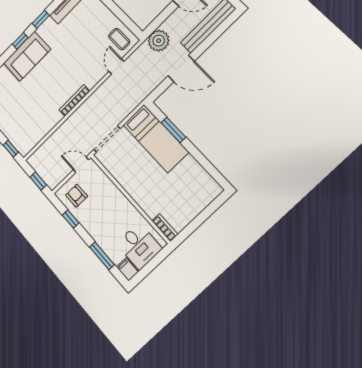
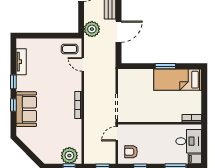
window: (173, 130) -> (165, 66), moved
bed: (156, 138) -> (178, 80), moved, turned 180
plant: (21, 139) -> (69, 156), added

